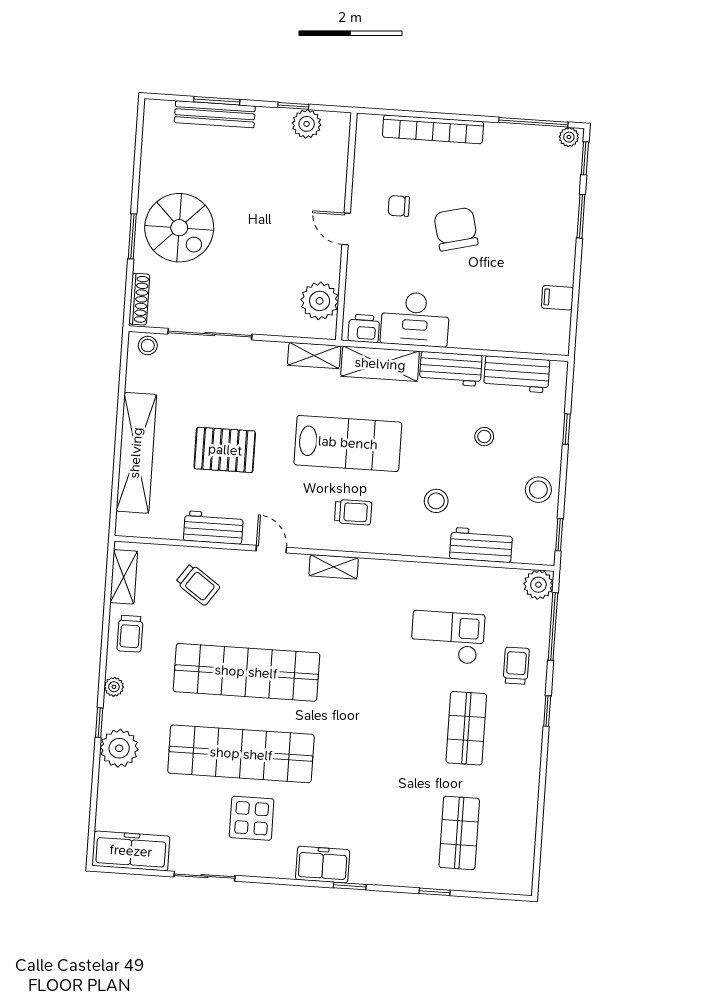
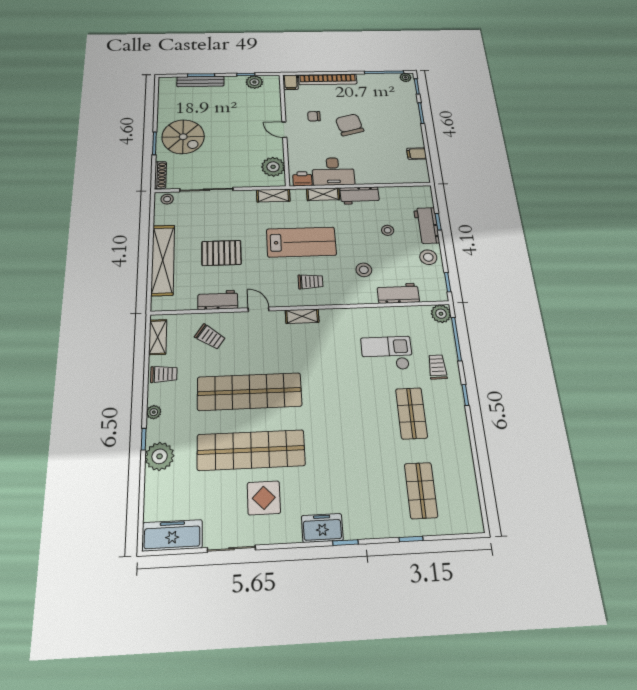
filing cabinet: (369, 130) -> (291, 82), added
shelving: (380, 364) -> (323, 194), width x0.67, depth x0.75
workbench: (517, 374) -> (427, 225), moved, turned 90
trolley: (130, 634) -> (164, 374), turned -90

